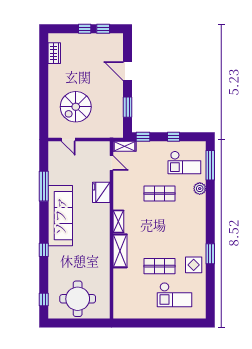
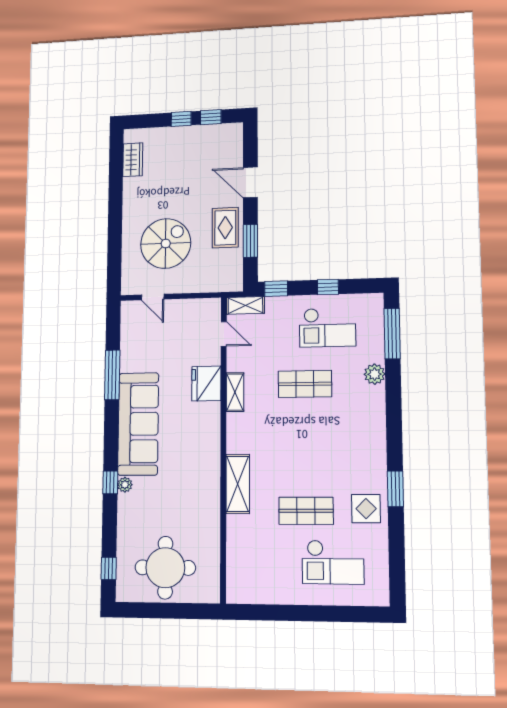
rug: (112, 98) -> (225, 228), added
spiral stairs: (76, 107) -> (166, 243), turned 180
checkout: (184, 163) -> (327, 327), moved
shelving: (118, 221) -> (235, 392), moved
plant: (53, 251) -> (125, 485), added

